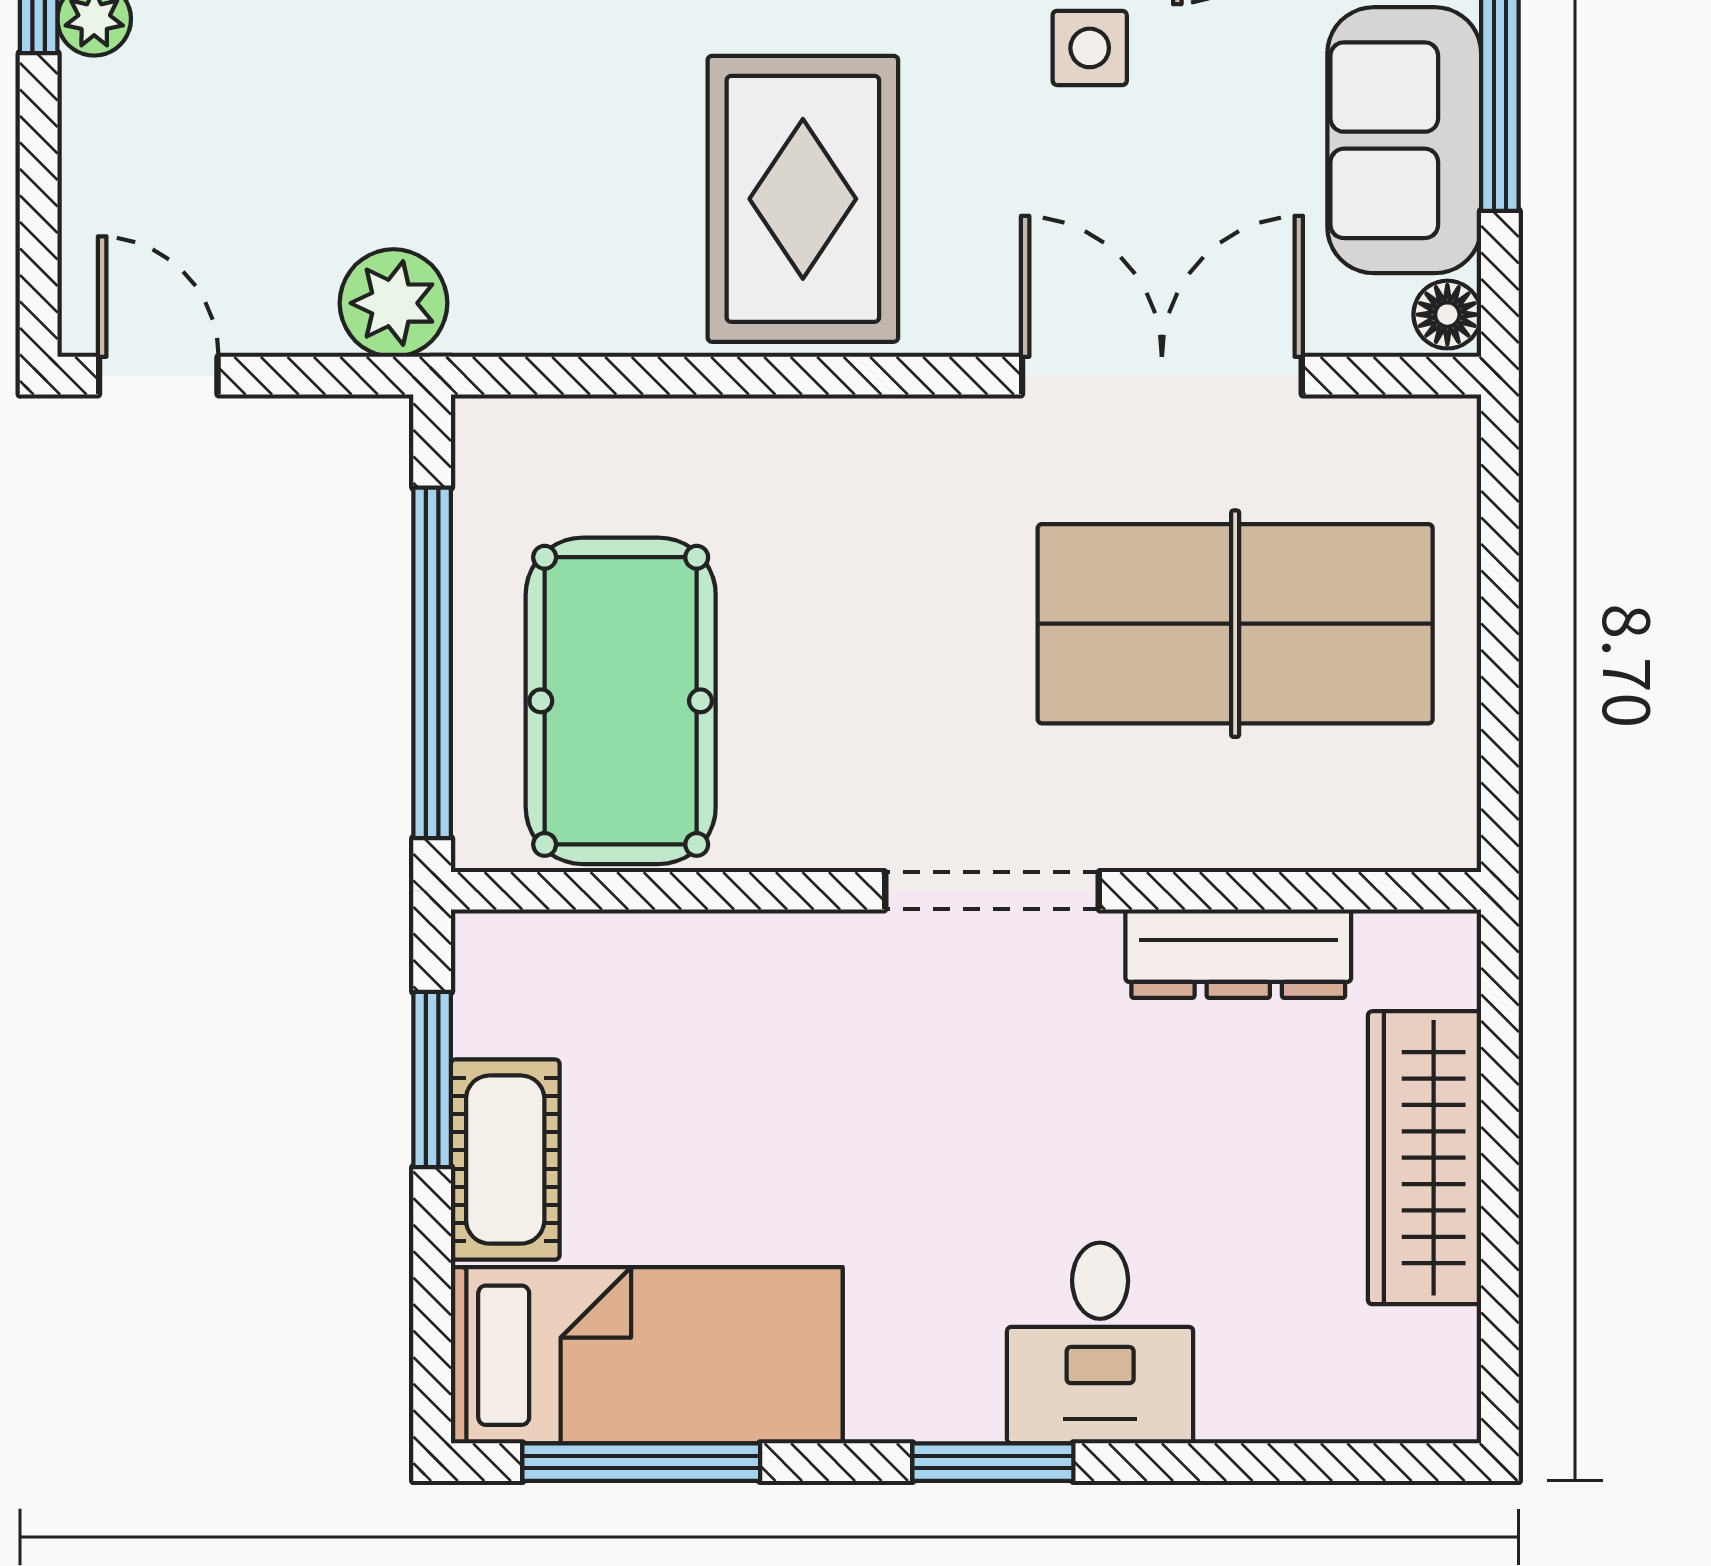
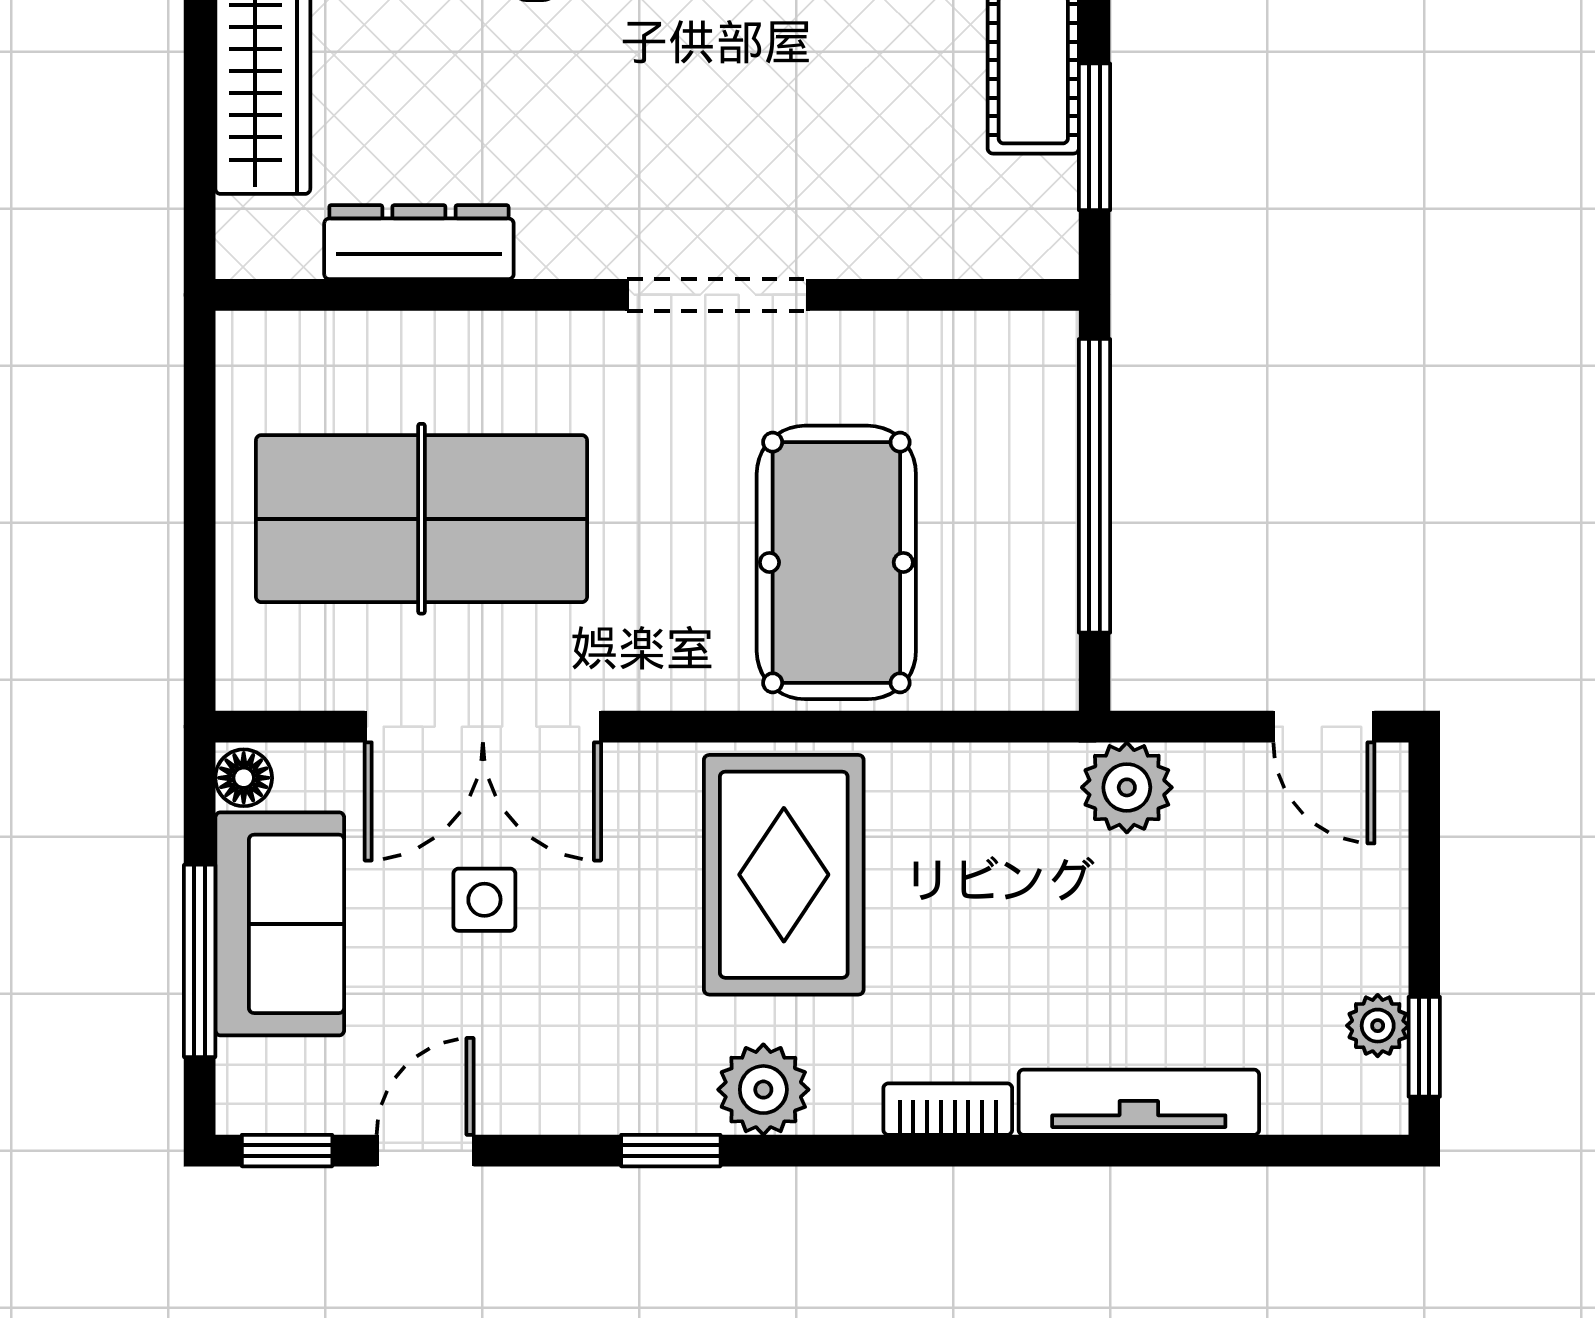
side table: (1090, 48) -> (484, 900), moved
pool table: (621, 701) -> (836, 562), moved
doorway: (992, 891) -> (718, 295), moved

